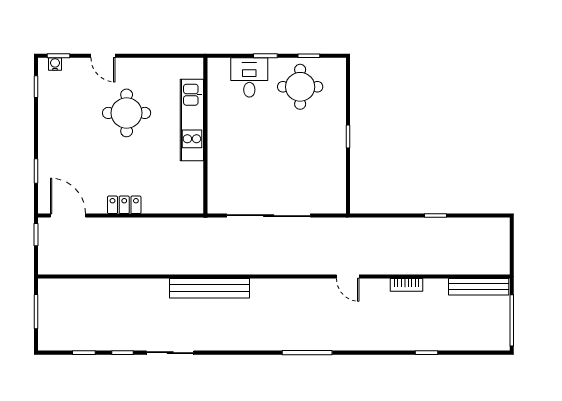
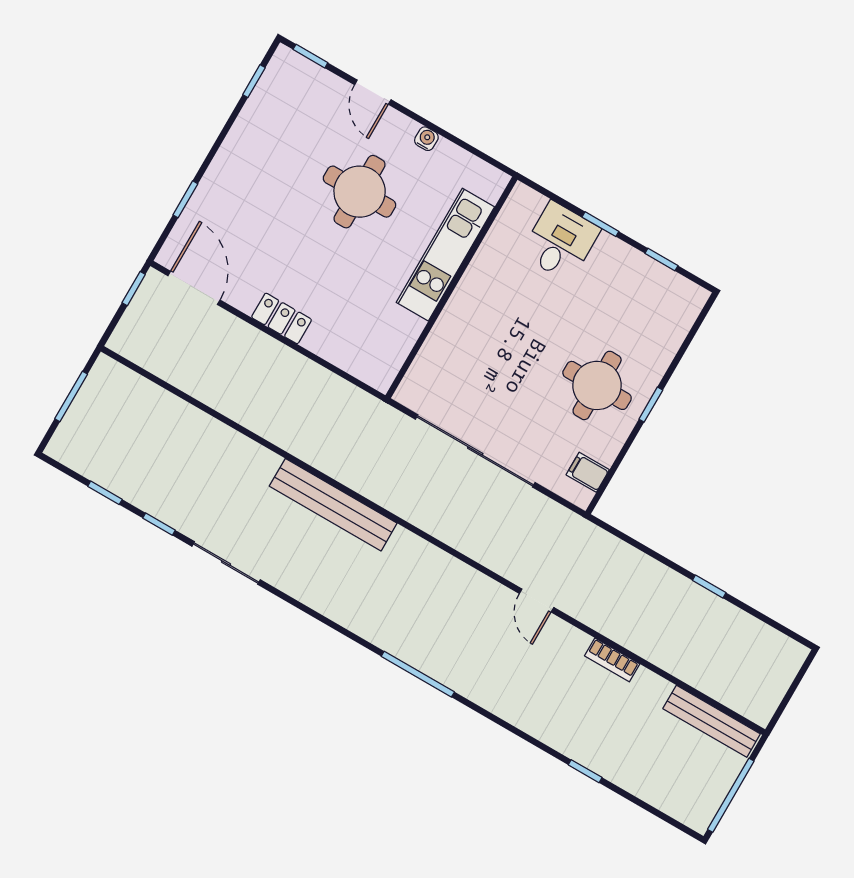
water cooler: (55, 64) -> (426, 139), moved
round table: (300, 87) -> (597, 385), moved
filing cabinet: (335, 192) -> (588, 472), added

